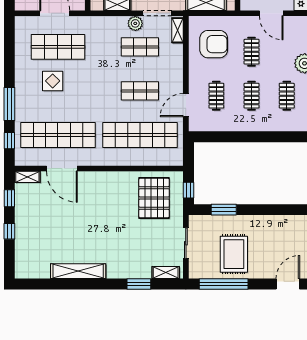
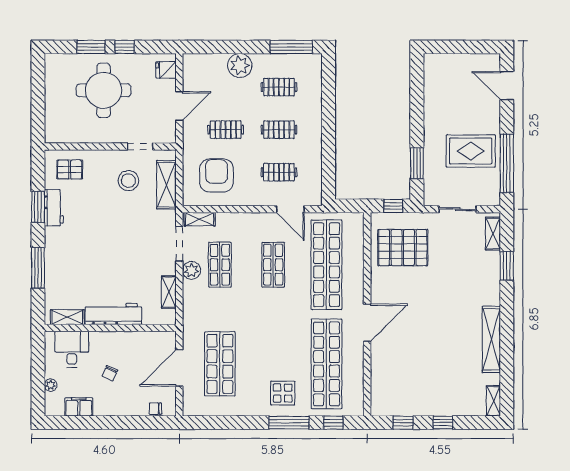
display table: (53, 81) -> (283, 393), moved
door: (62, 169) -> (367, 323), moved
shelving: (27, 177) -> (493, 401), moved

